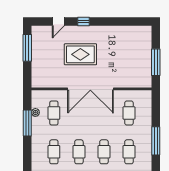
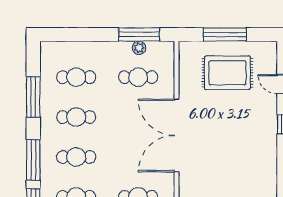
window: (27, 48) -> (225, 35), moved
rug: (80, 54) -> (227, 73), moved, turned 90
window: (27, 123) -> (139, 35), moved

